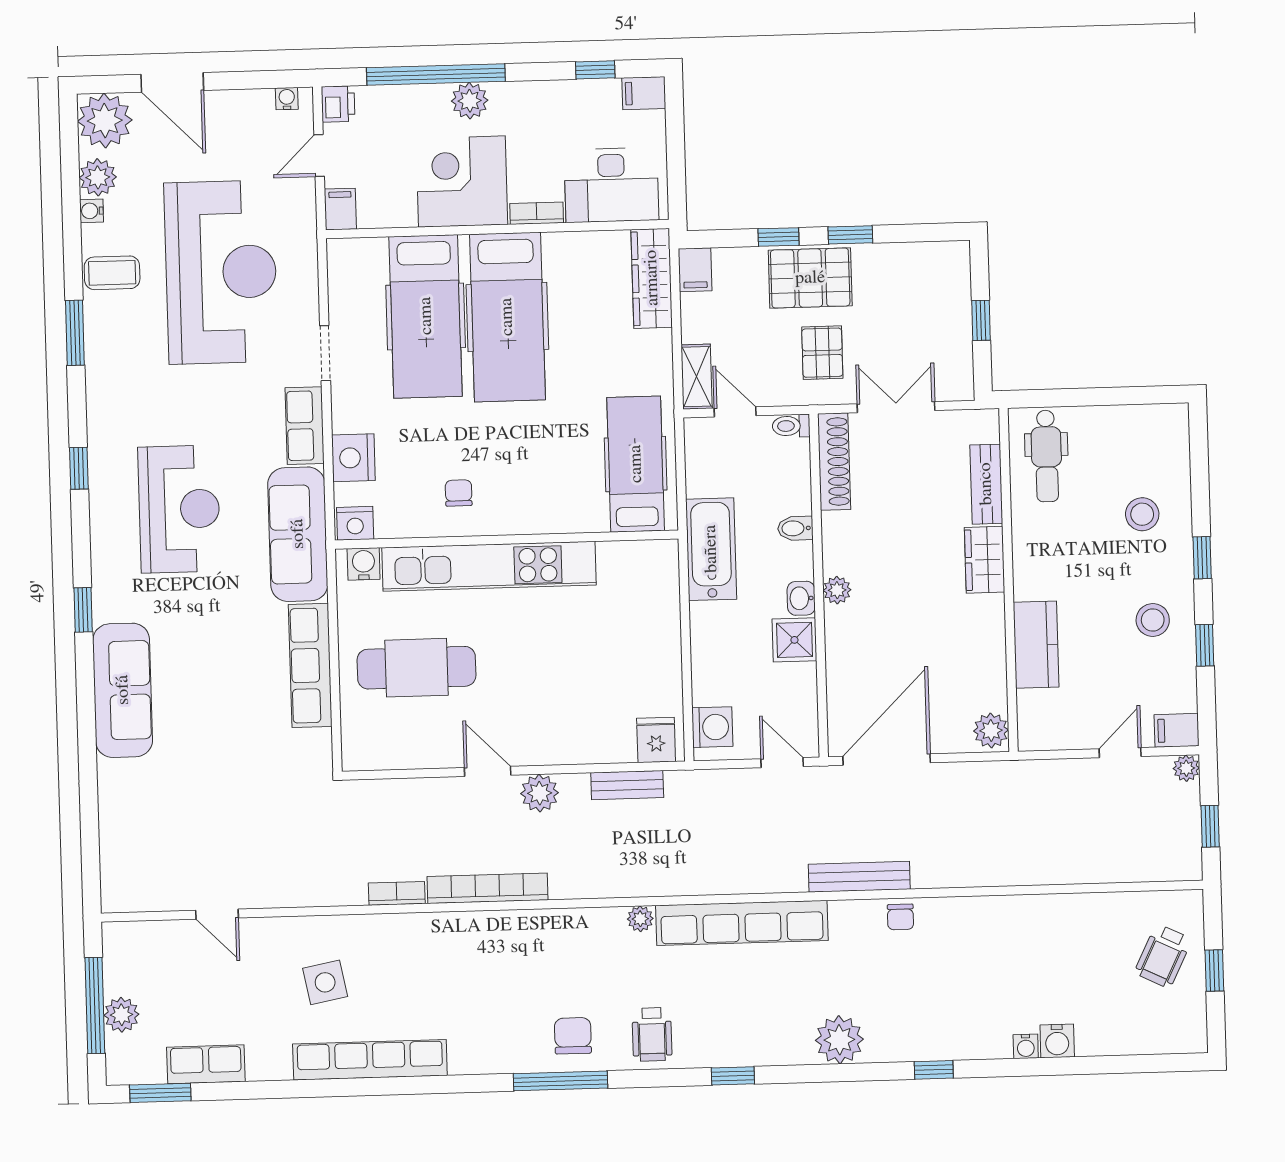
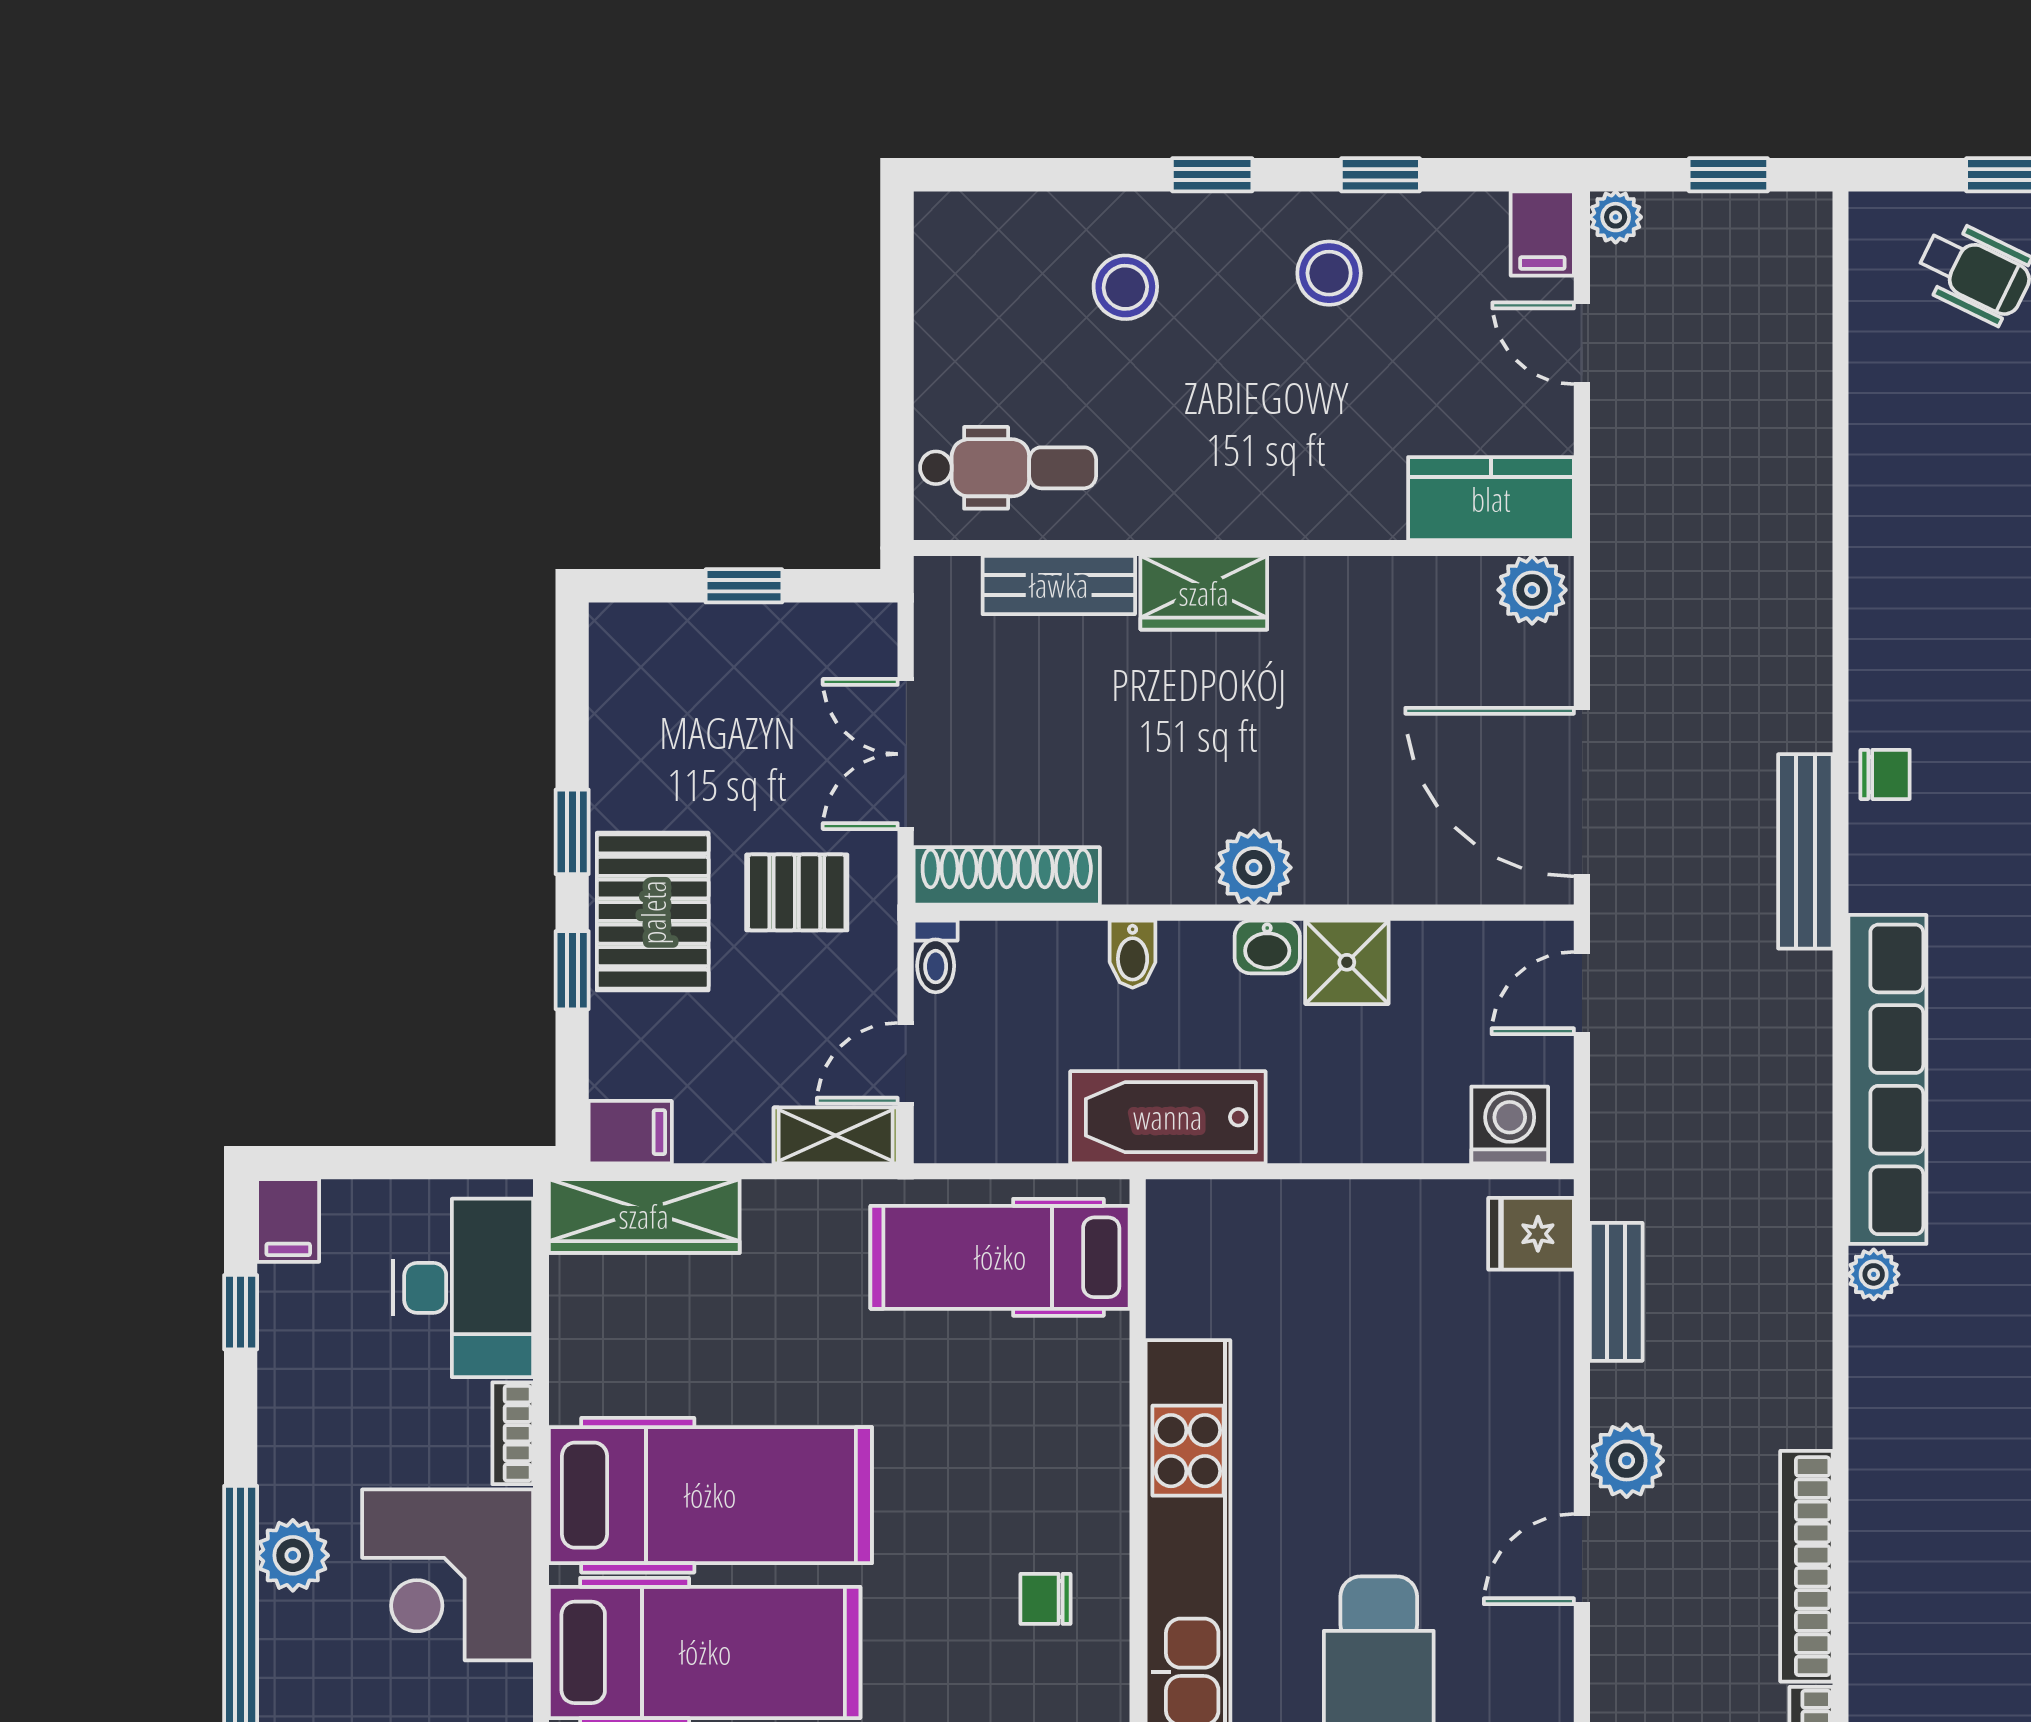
plant: (837, 590) -> (1254, 868), width x1.38, depth x1.38
kitchen counter: (1036, 645) -> (1491, 499), moved

